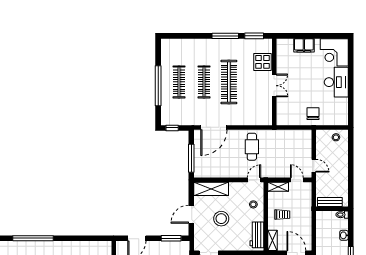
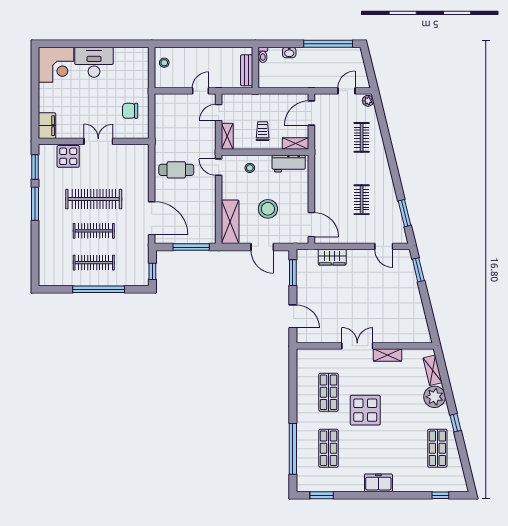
filing cabinet: (304, 45) -> (47, 126), moved
chair: (313, 114) -> (130, 111), moved

